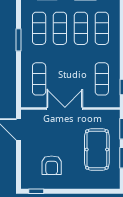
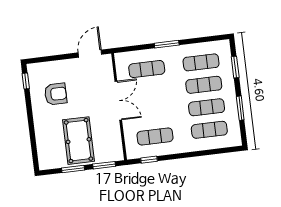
window: (18, 40) -> (167, 44), moved
pool table: (97, 149) -> (79, 141), turned 90
armchair: (52, 165) -> (56, 94), turned 180

